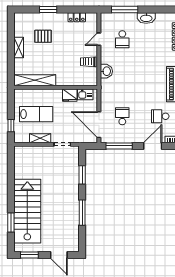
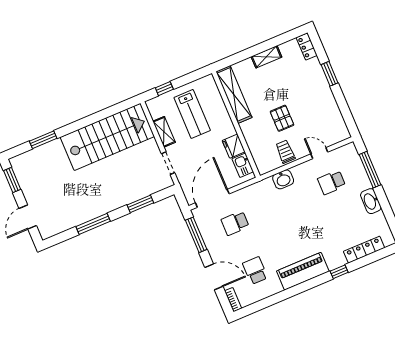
locker: (77, 17) -> (307, 46), moved
pallet: (43, 36) -> (282, 118), moved
school desk: (122, 116) -> (235, 223), turned 180
stairs: (27, 211) -> (107, 137), moved

